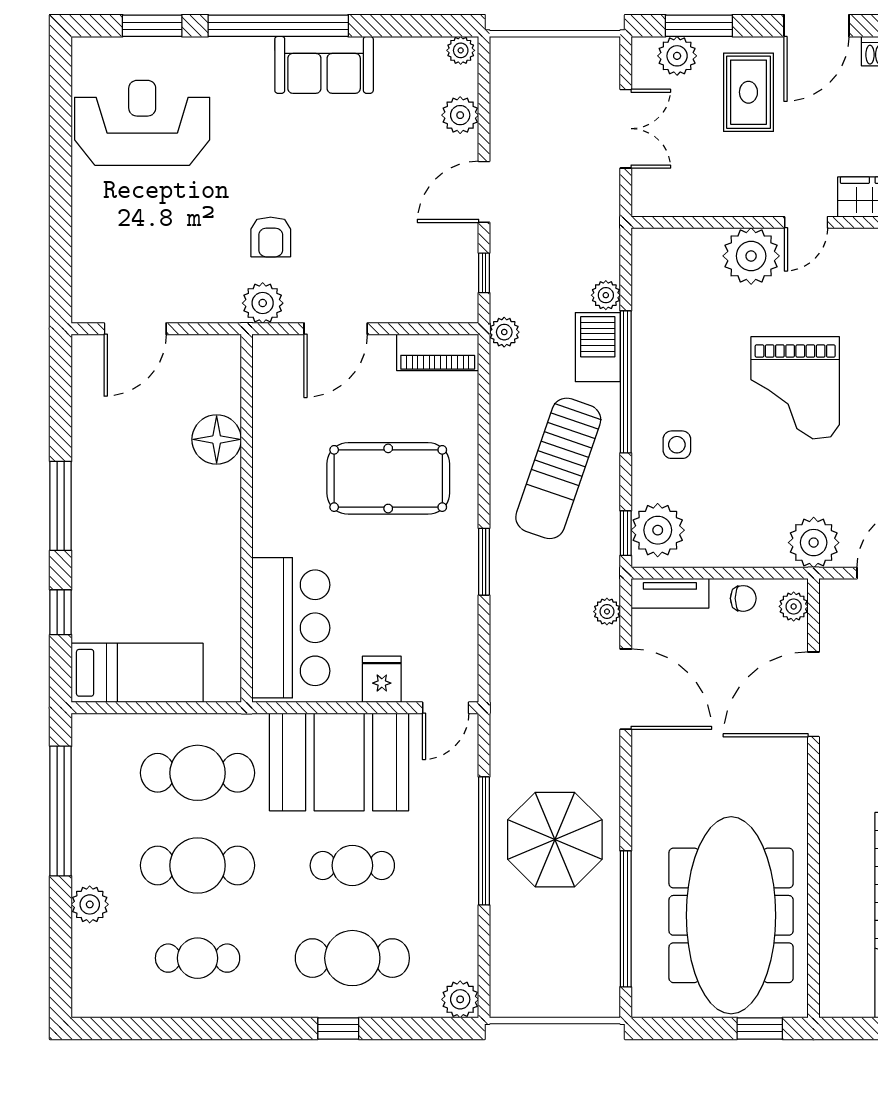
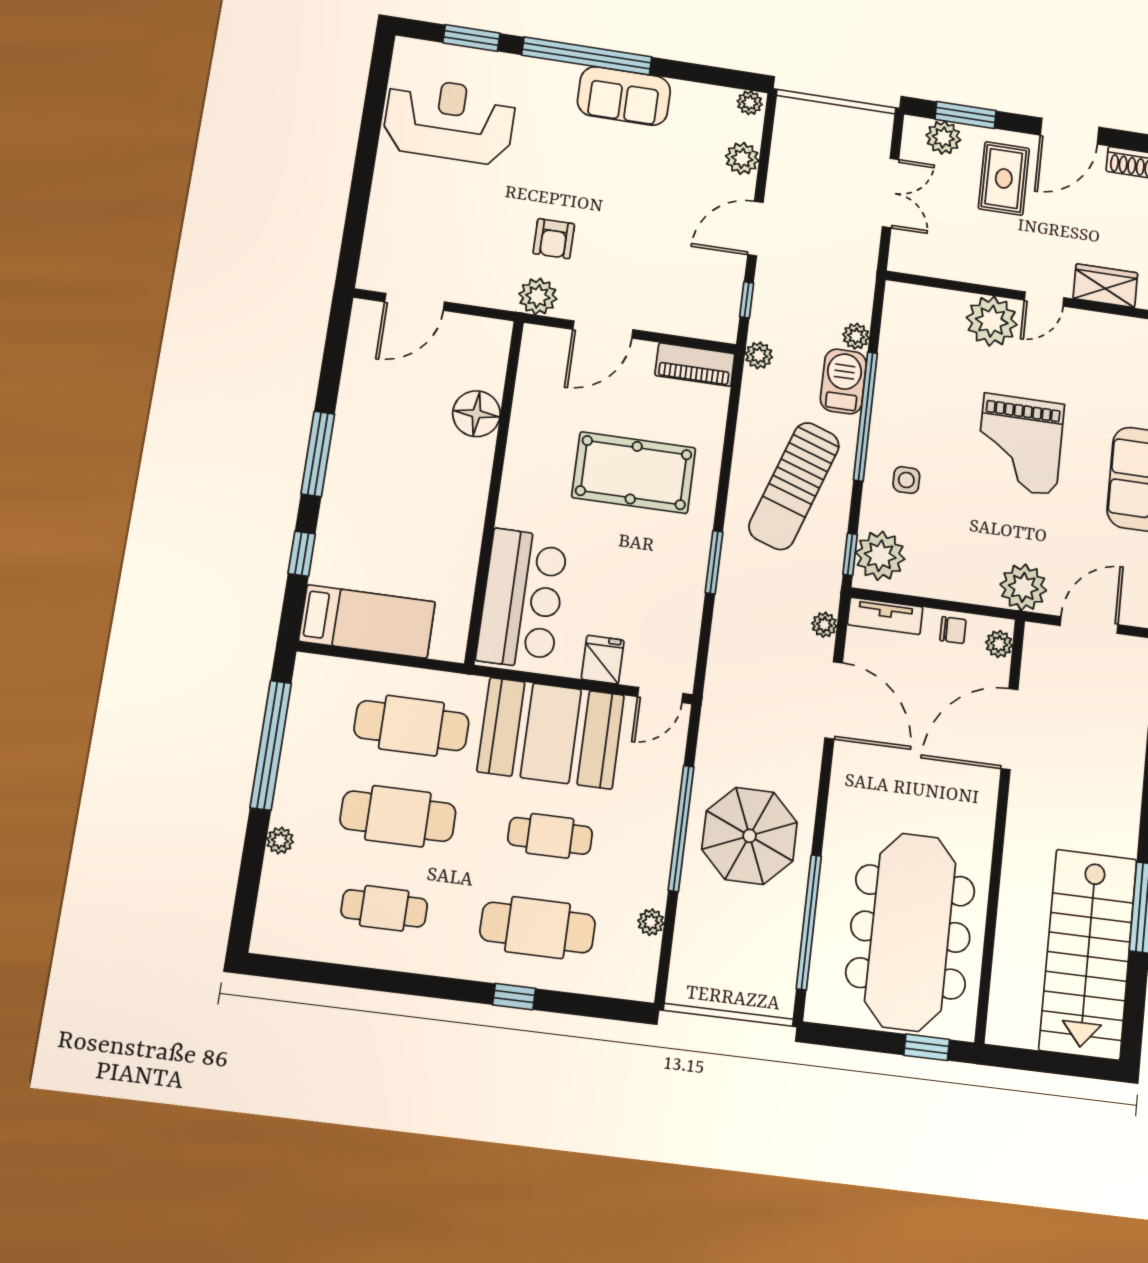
plant: (90, 904) -> (280, 840), width x0.73, depth x0.73
plant: (460, 999) -> (651, 922), moved, width x0.73, depth x0.73

